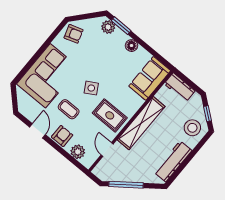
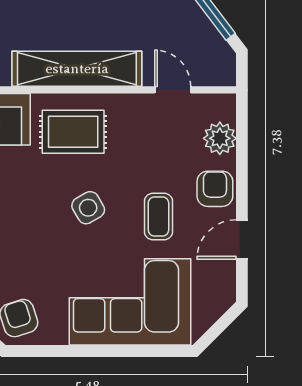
rug: (110, 115) -> (73, 132), moved, turned 90
armchair: (62, 136) -> (215, 189), turned 90
door: (107, 150) -> (173, 90), swing flipped

